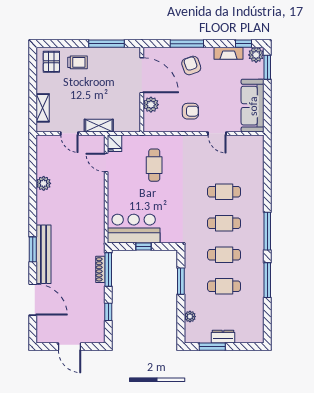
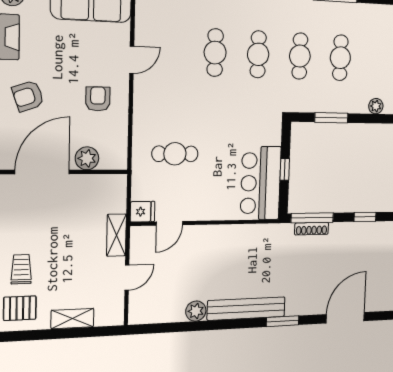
shelving: (43, 108) -> (72, 319), moved
bench: (44, 254) -> (246, 309), moved

